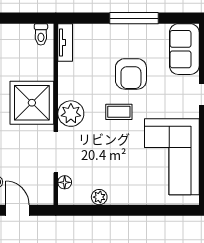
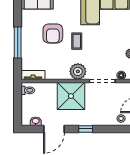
window: (134, 18) -> (18, 43), moved
armchair: (131, 74) -> (53, 33), turned 90

